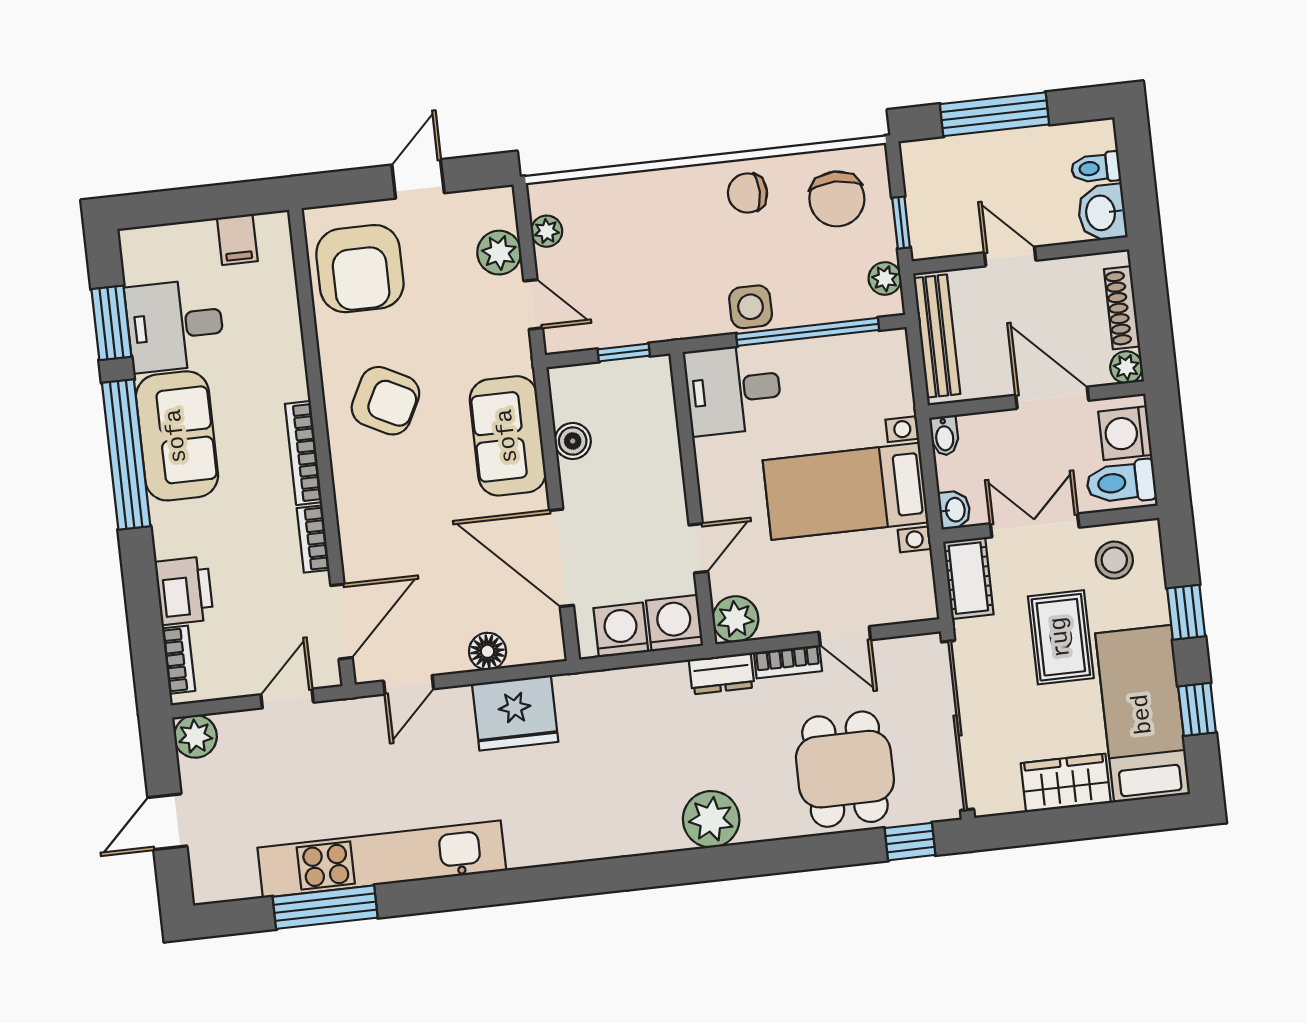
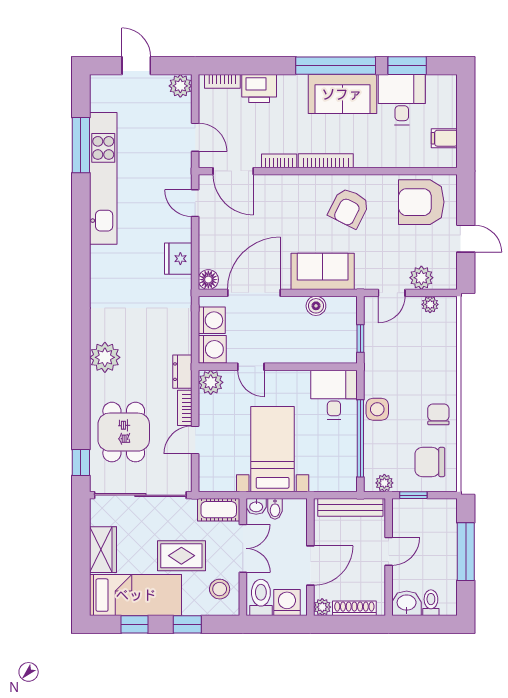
bidet: (944, 436) -> (275, 509), moved, turned -90
floor lamp: (488, 651) -> (208, 280), moved
fridge: (515, 713) -> (178, 259), width x0.73, depth x0.75
dining table: (845, 769) -> (124, 432), turned 90

